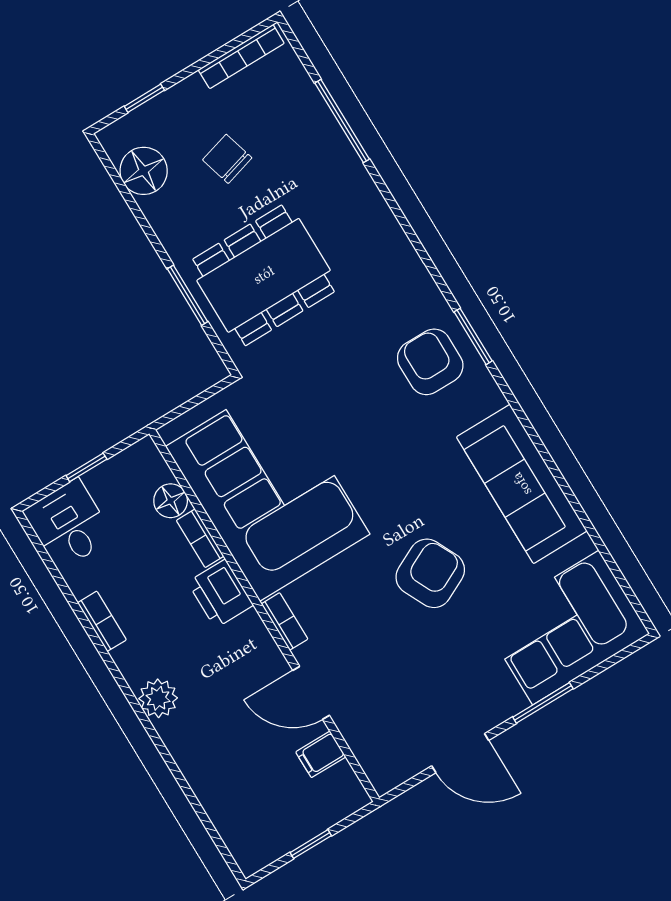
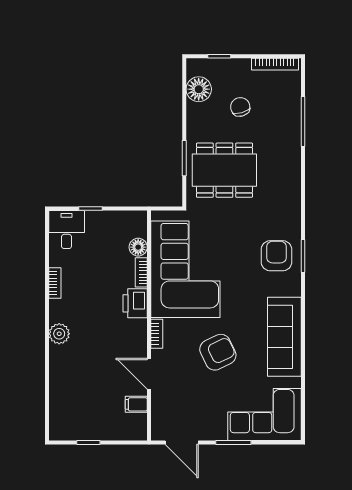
corner sofa: (268, 490) -> (185, 269), moved
floor lamp: (171, 501) -> (138, 247), moved
bookcase: (200, 538) -> (141, 272), moved
printer: (220, 594) -> (135, 303), moved
wall: (264, 616) -> (149, 326), moved
bookcase: (285, 621) -> (157, 334), moved
door: (311, 693) -> (149, 374), moved
filing cabinet: (321, 754) -> (136, 404), moved

